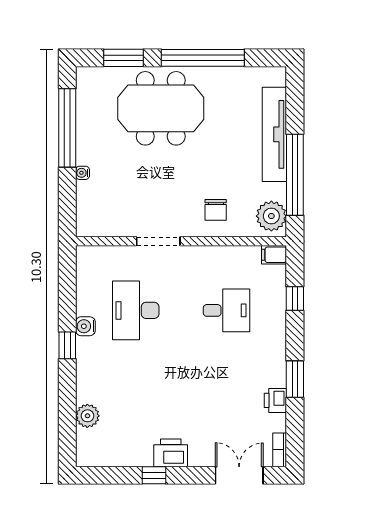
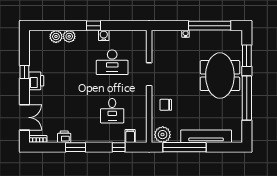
filing cabinet: (274, 255) -> (130, 136), moved
desk: (136, 310) -> (112, 62), turned 180
plant: (87, 391) -> (69, 36), added

